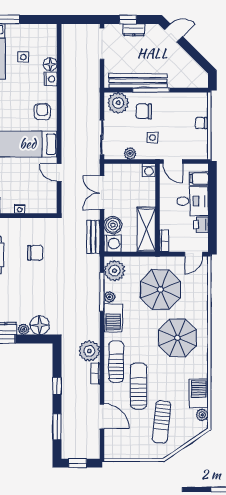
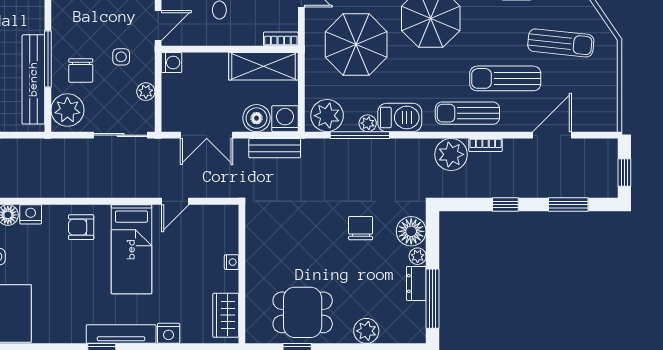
chair: (35, 253) -> (361, 228), moved

